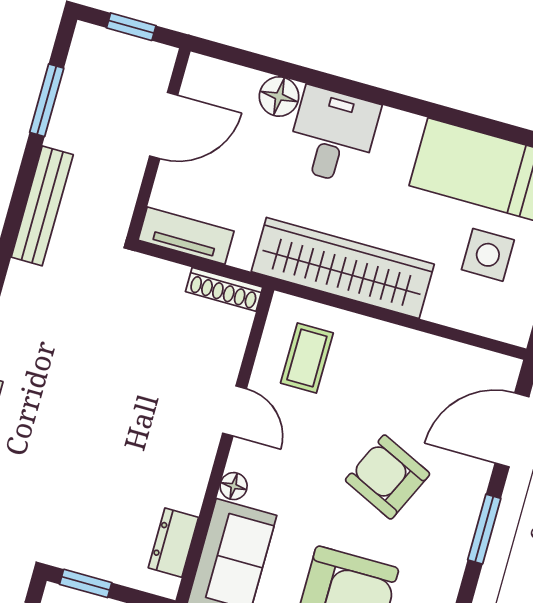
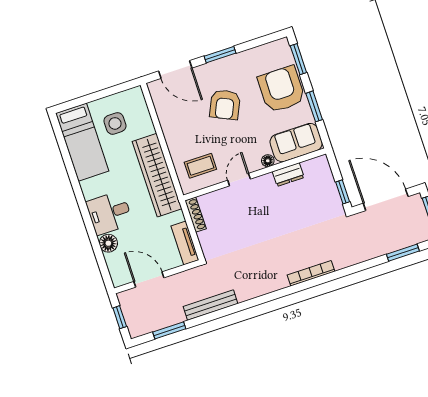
dresser: (173, 543) -> (288, 175), moved

